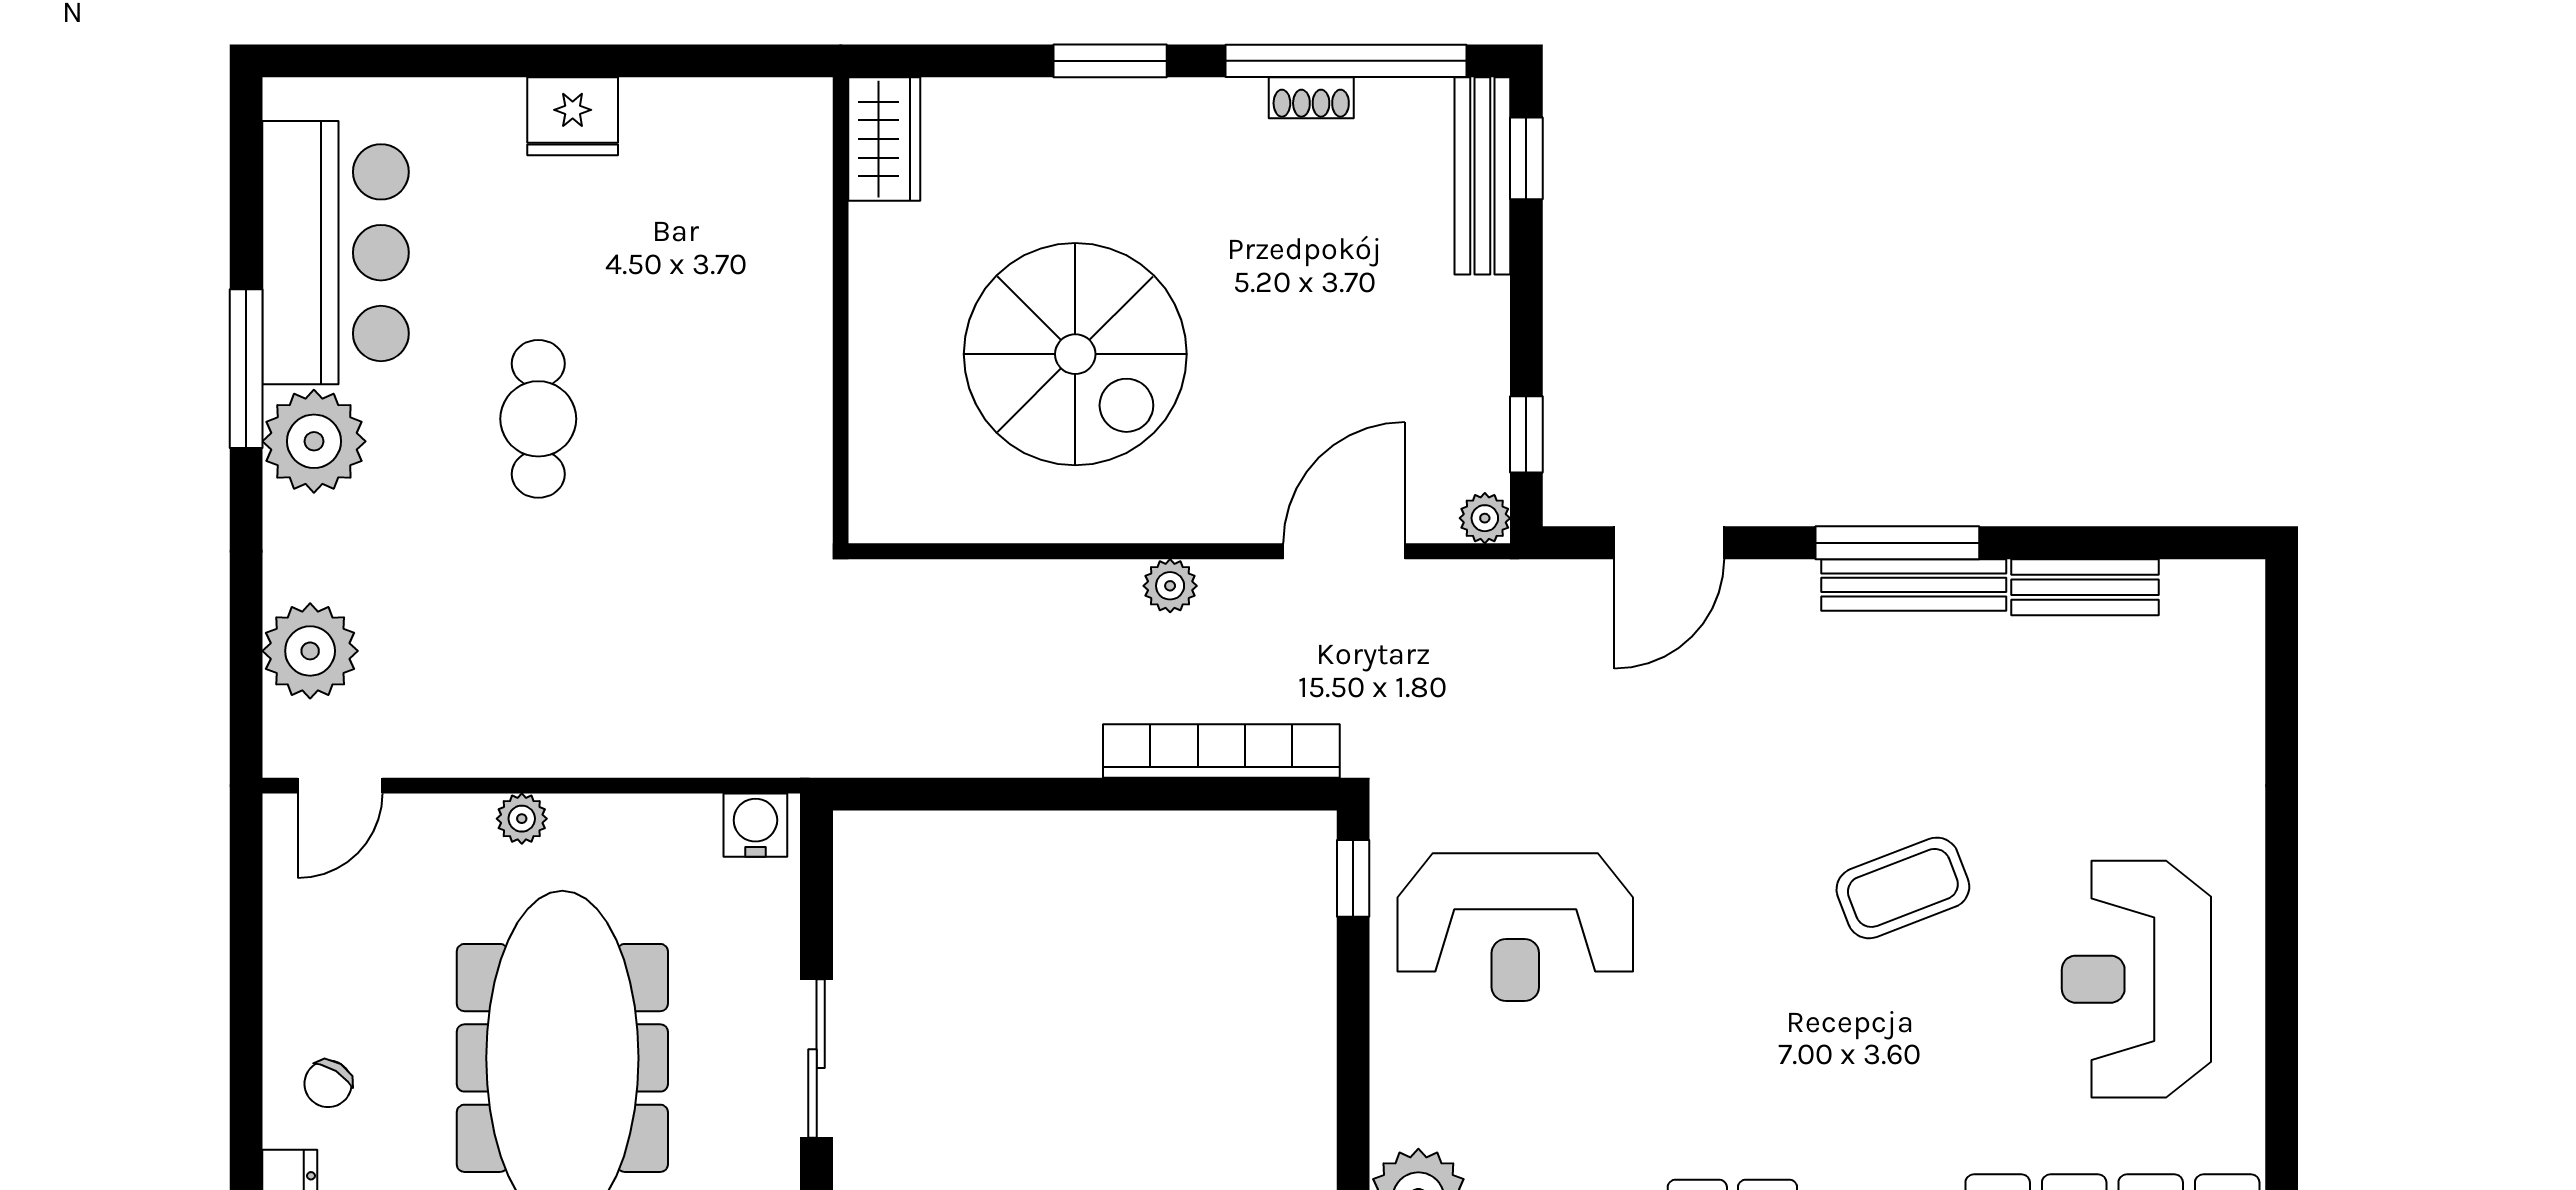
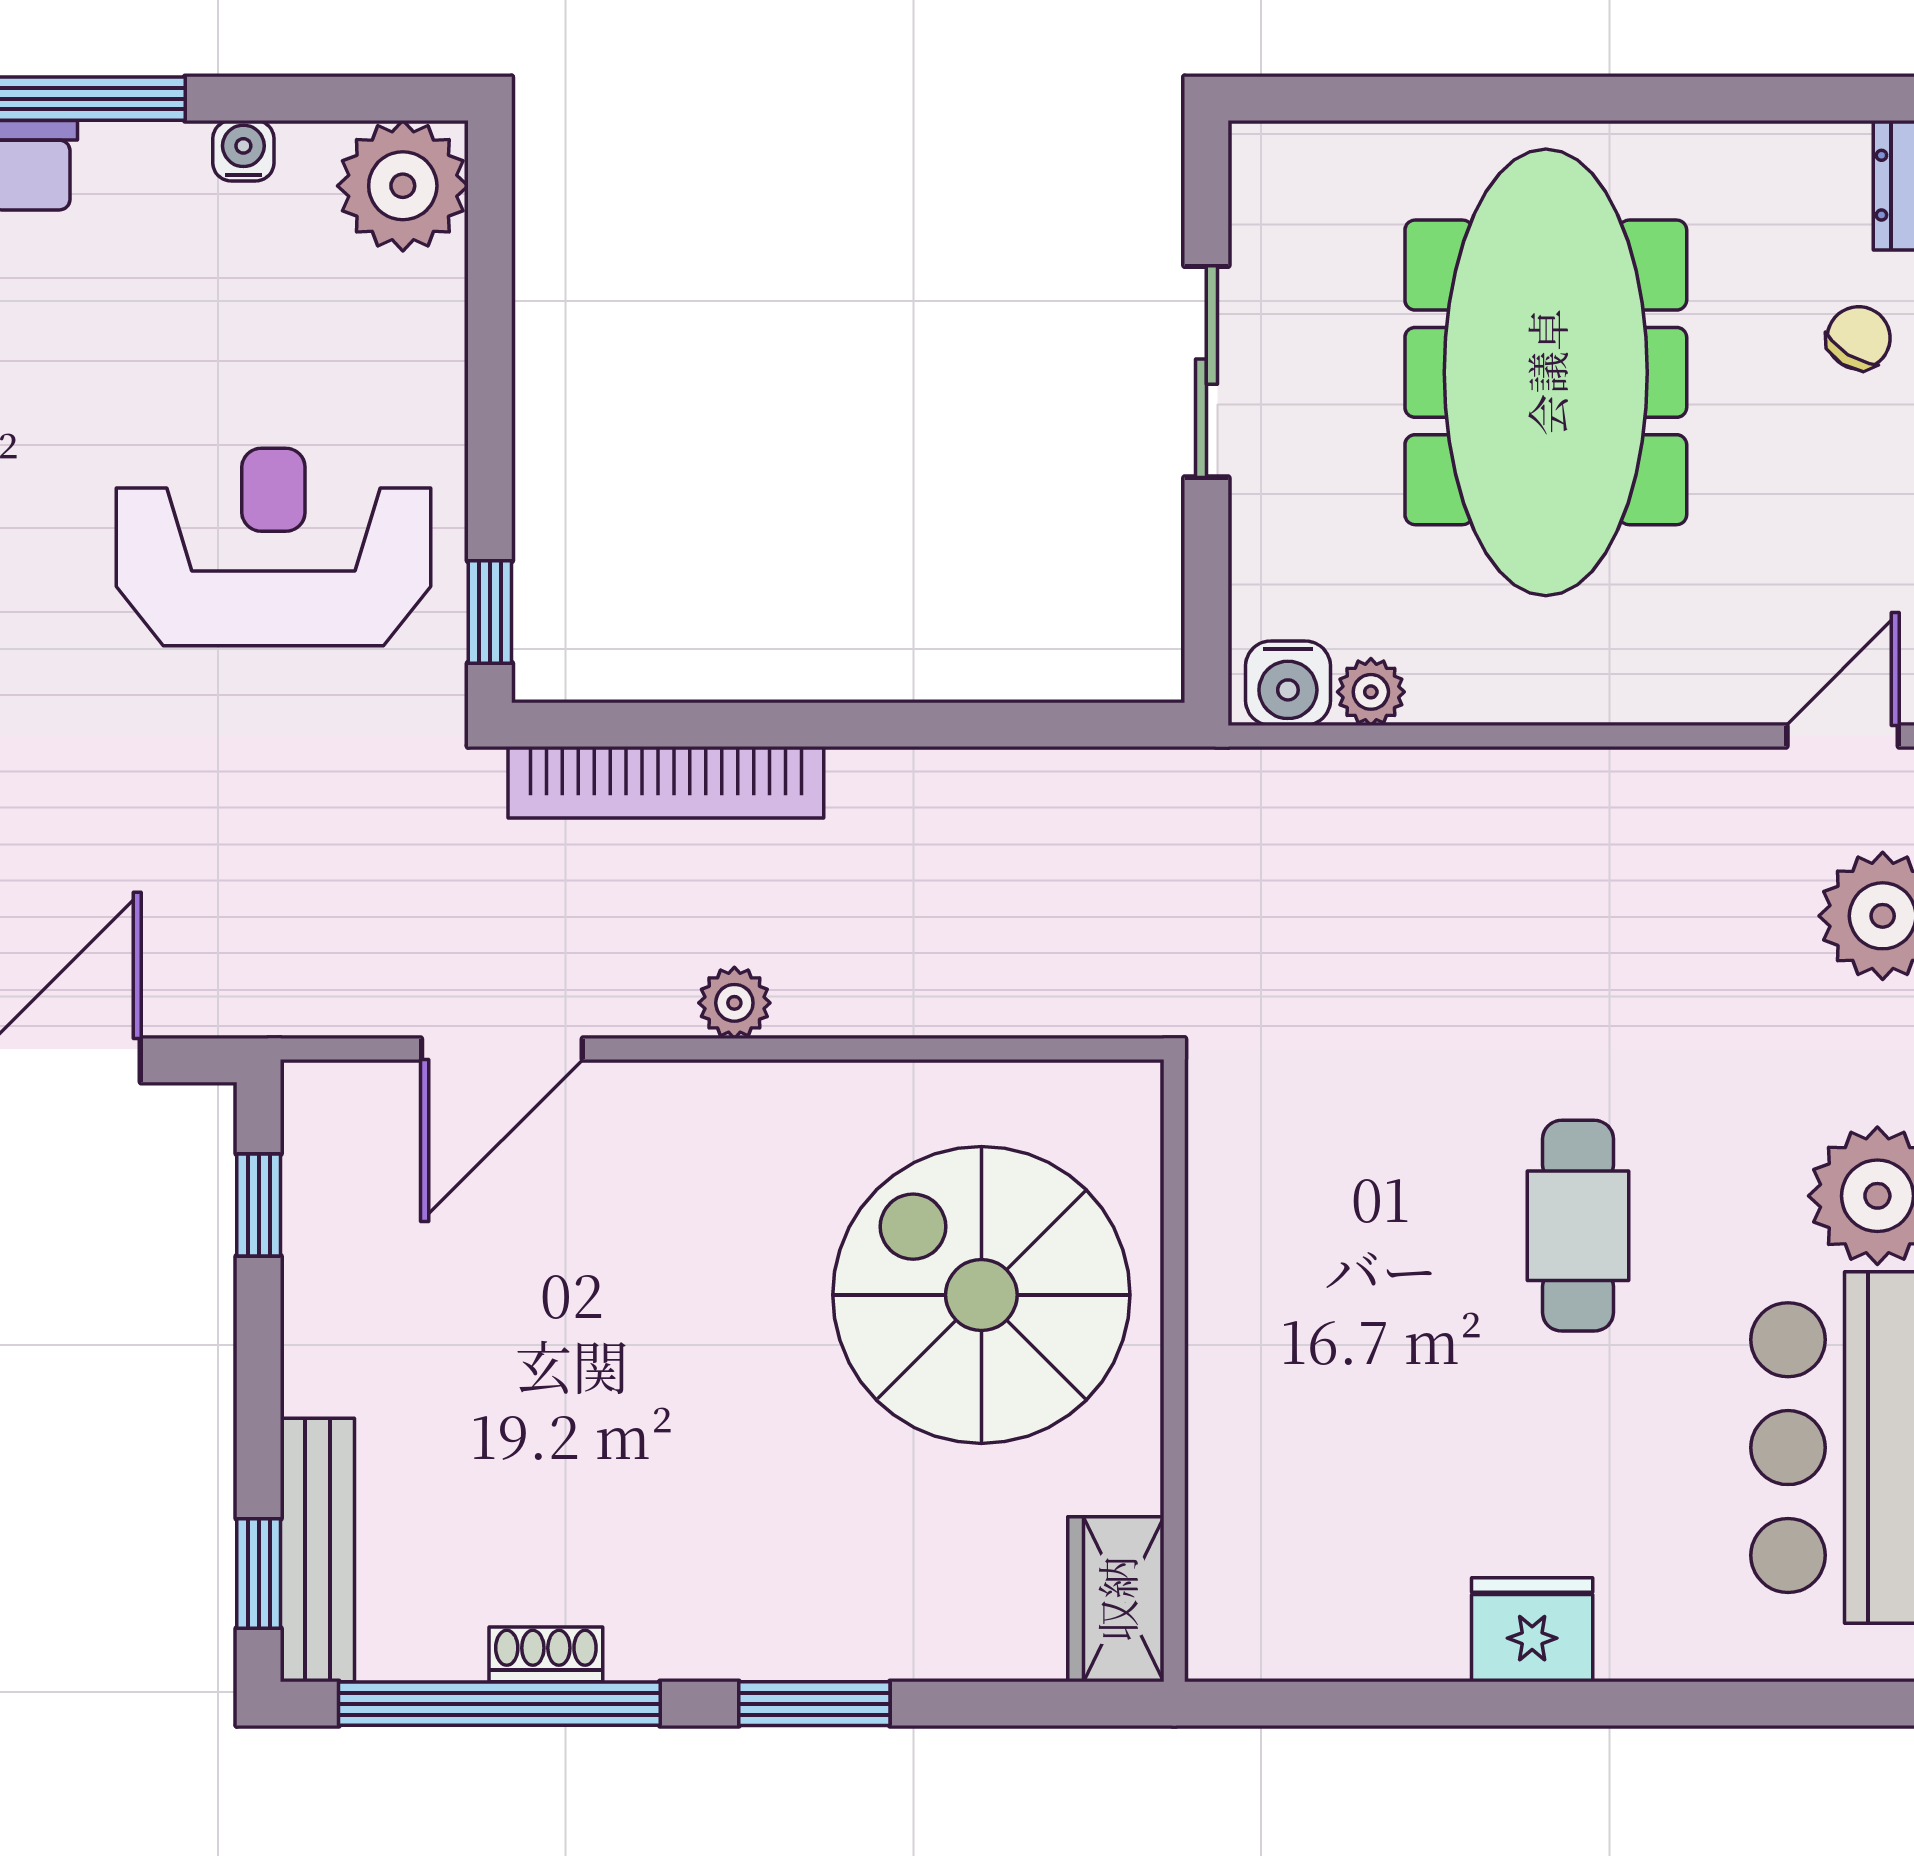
spiral stairs: (1075, 354) -> (981, 1295), moved
plant: (1485, 518) -> (314, 1093), removed
plant: (522, 819) -> (1371, 692), moved

